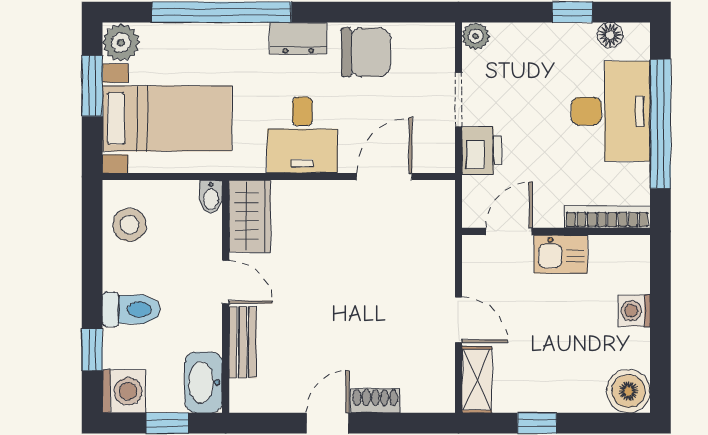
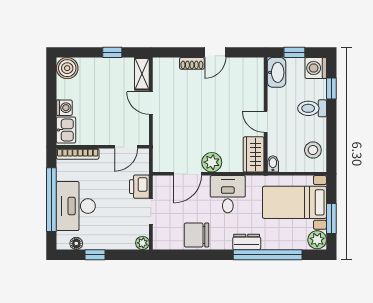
dresser: (298, 38) -> (247, 242), moved
plant: (335, 200) -> (212, 162), added
kitchen sink: (561, 254) -> (66, 130), moved, turned 90
bench: (243, 342) -> (257, 92), removed

